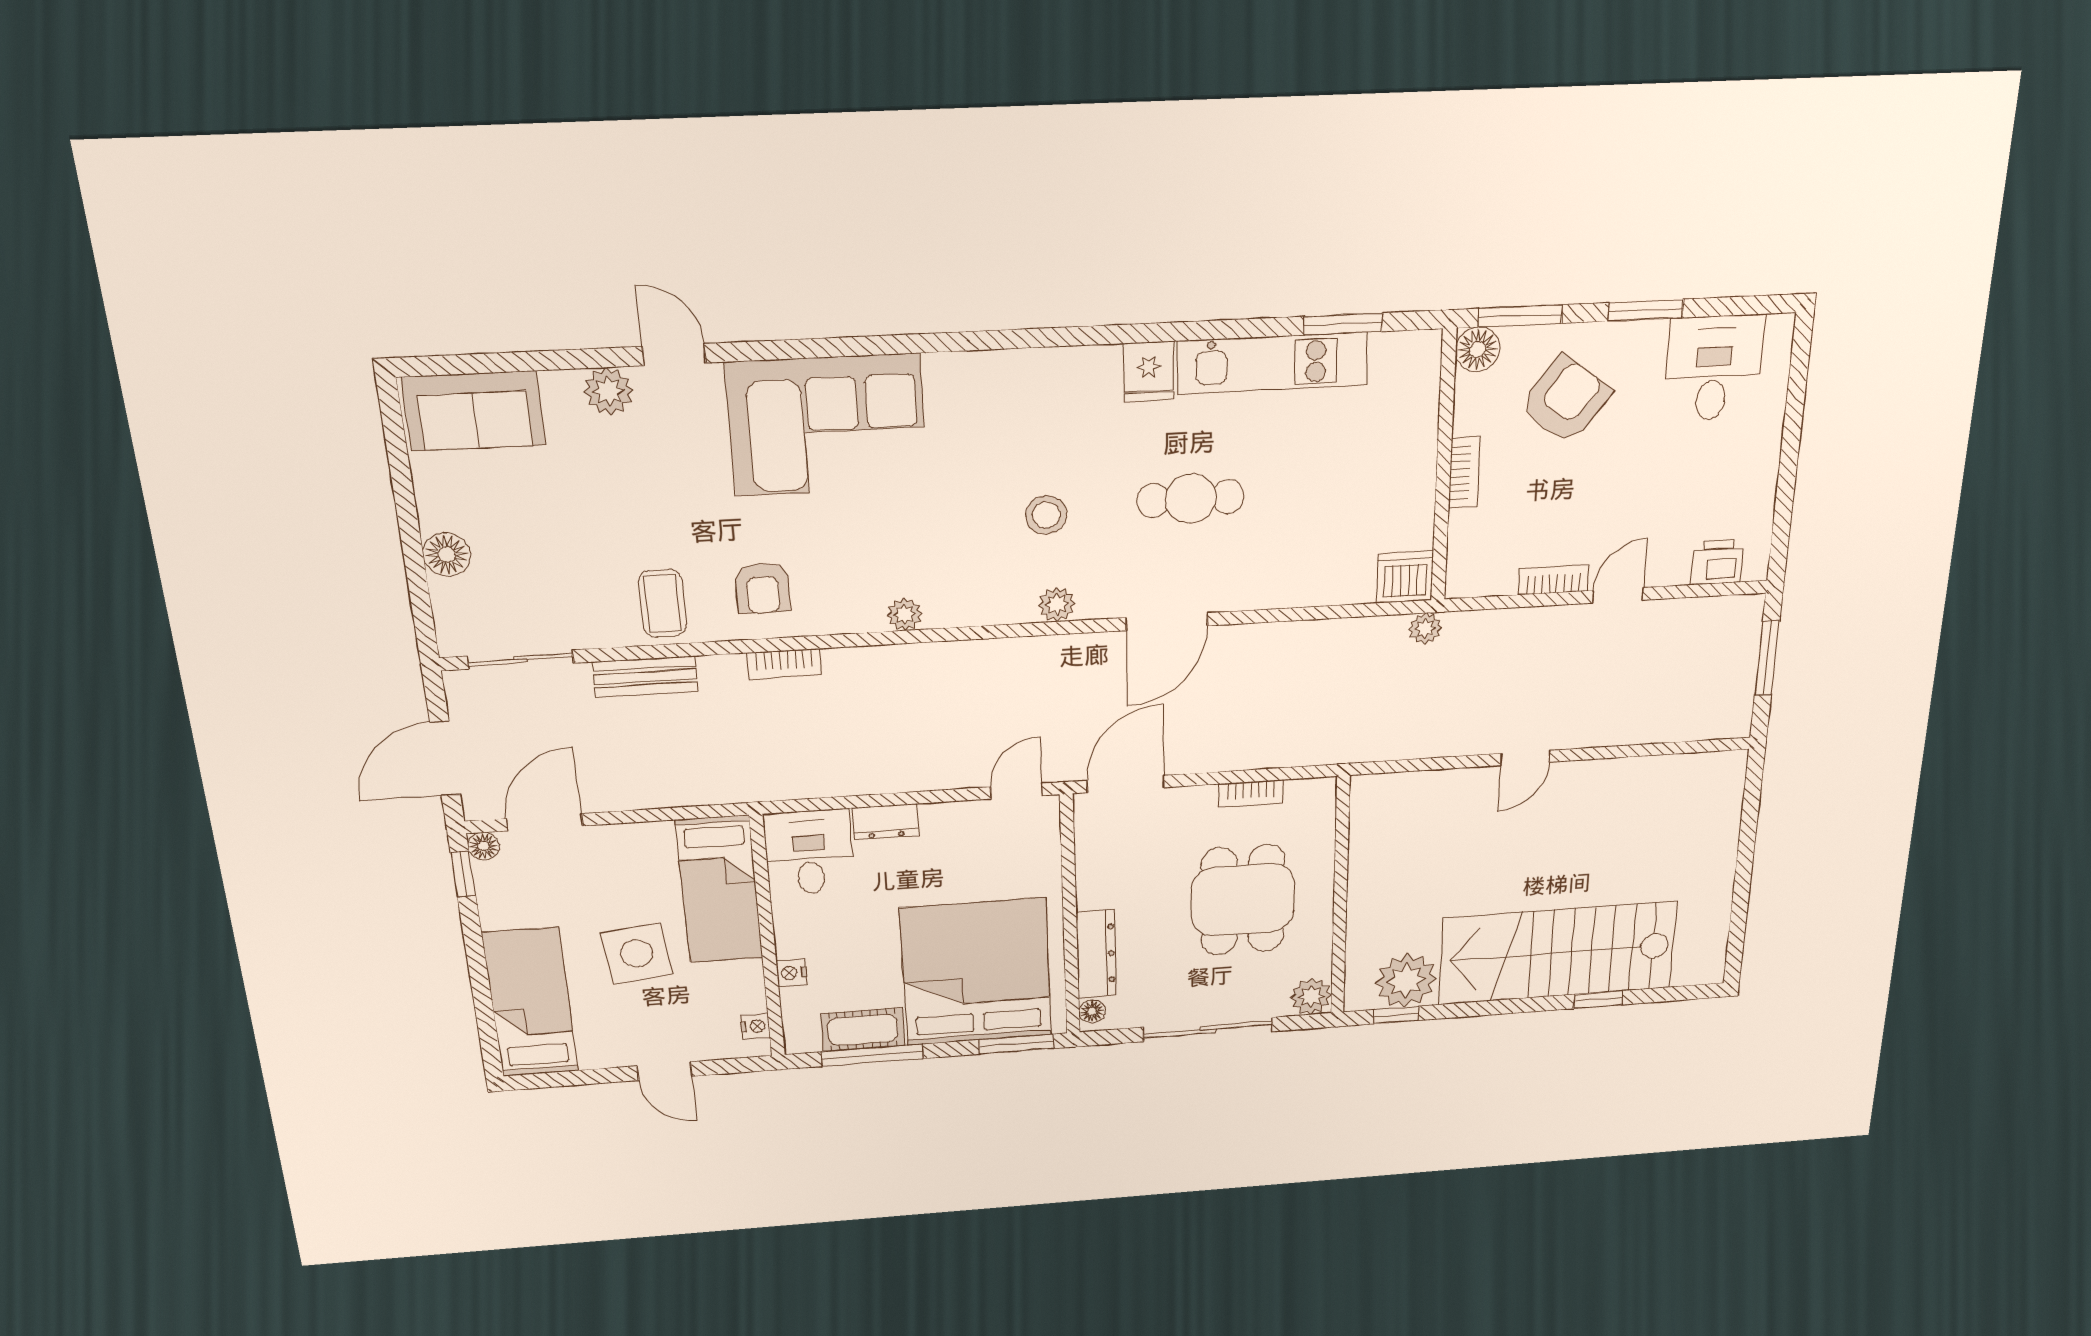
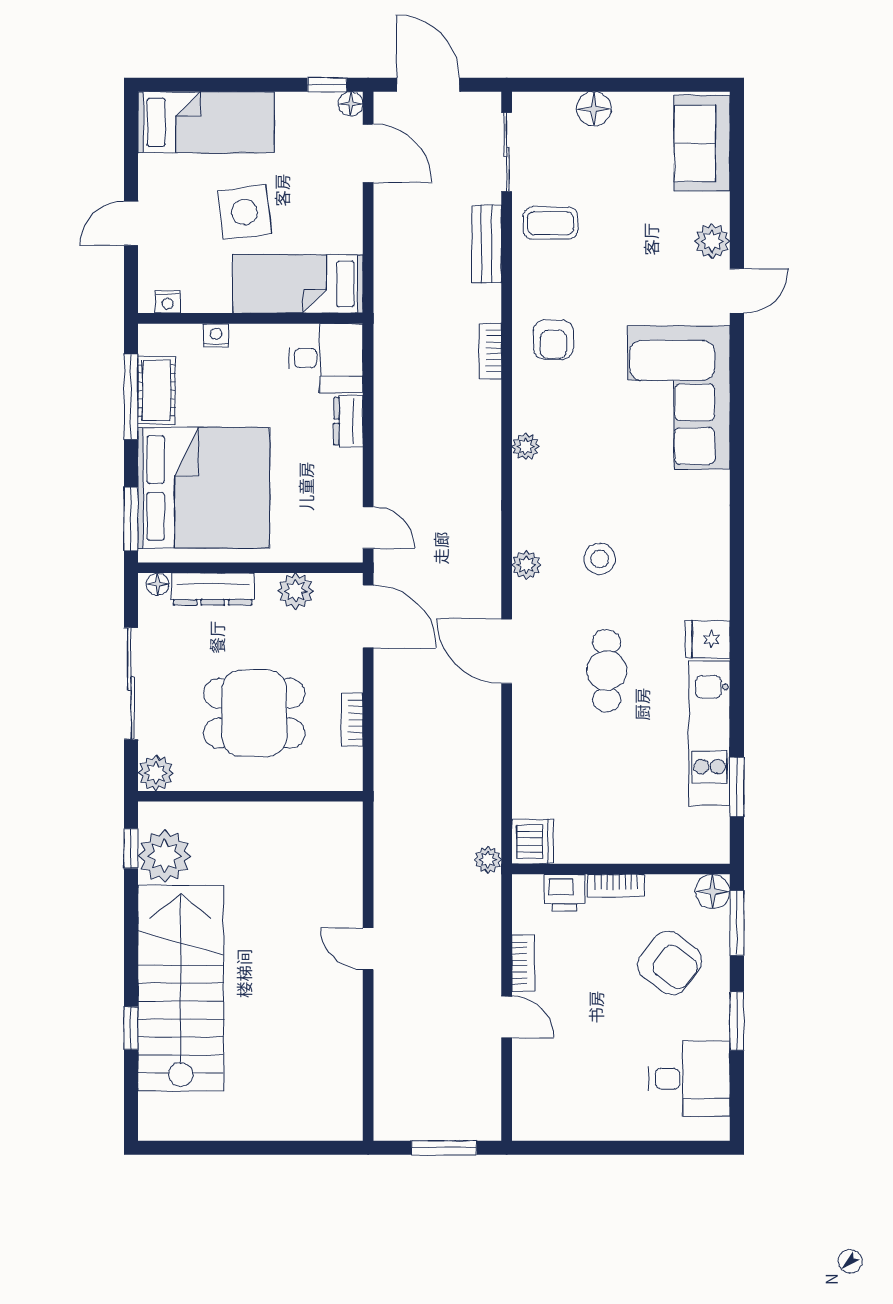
printer: (1717, 562) -> (565, 893), moved, turned 90
armchair: (763, 588) -> (553, 340), turned -90
coffee table: (662, 603) -> (551, 223), moved
plant: (1097, 866) -> (296, 591), added

